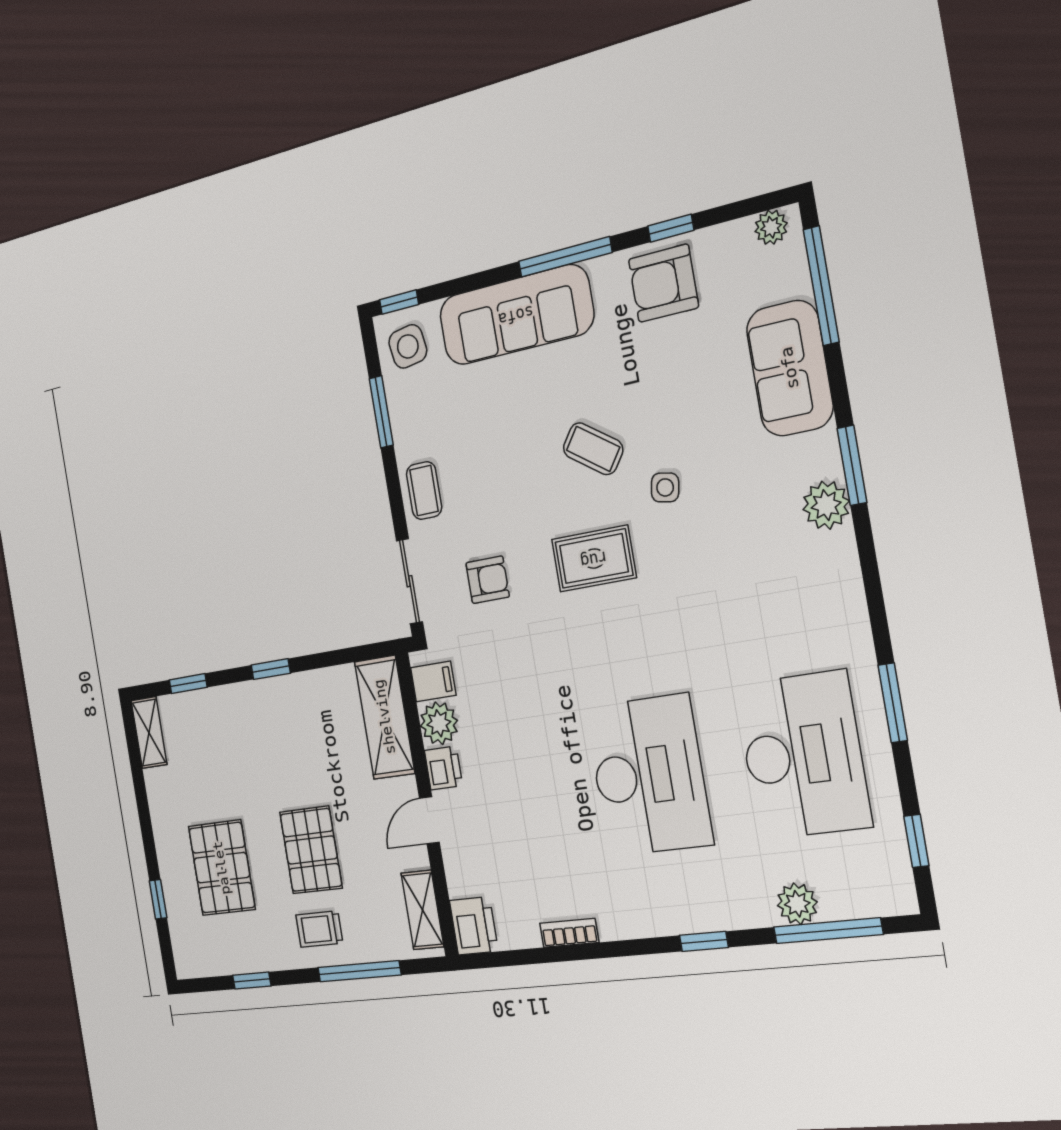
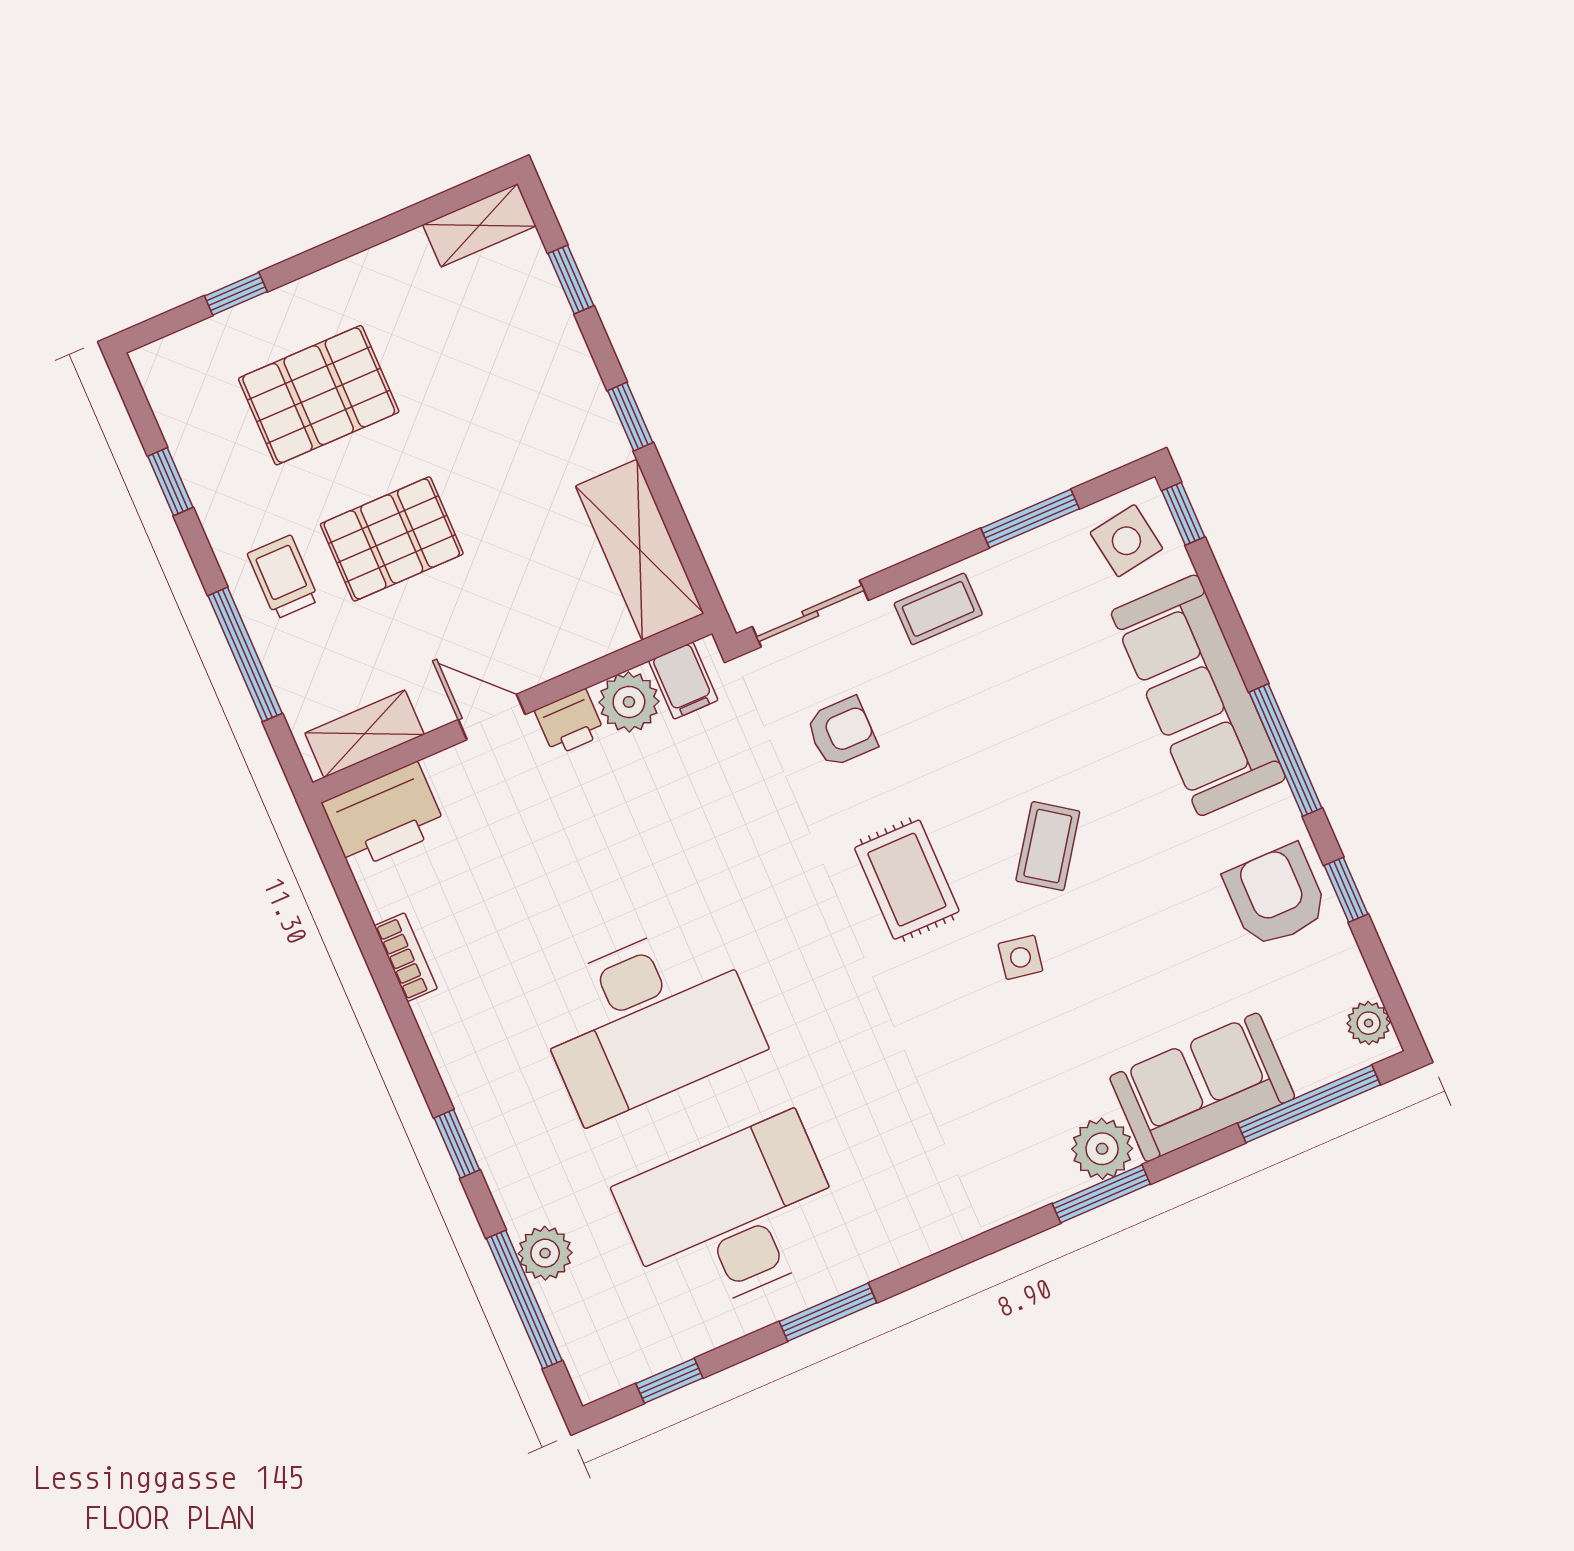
plant: (826, 505) -> (1102, 1149), moved
armchair: (488, 580) -> (841, 732), turned -90
shelving: (385, 717) -> (640, 550), moved, turned 90
desk: (803, 755) -> (732, 1216), turned 180
printer: (474, 926) -> (384, 816), width x1.37, depth x1.19

